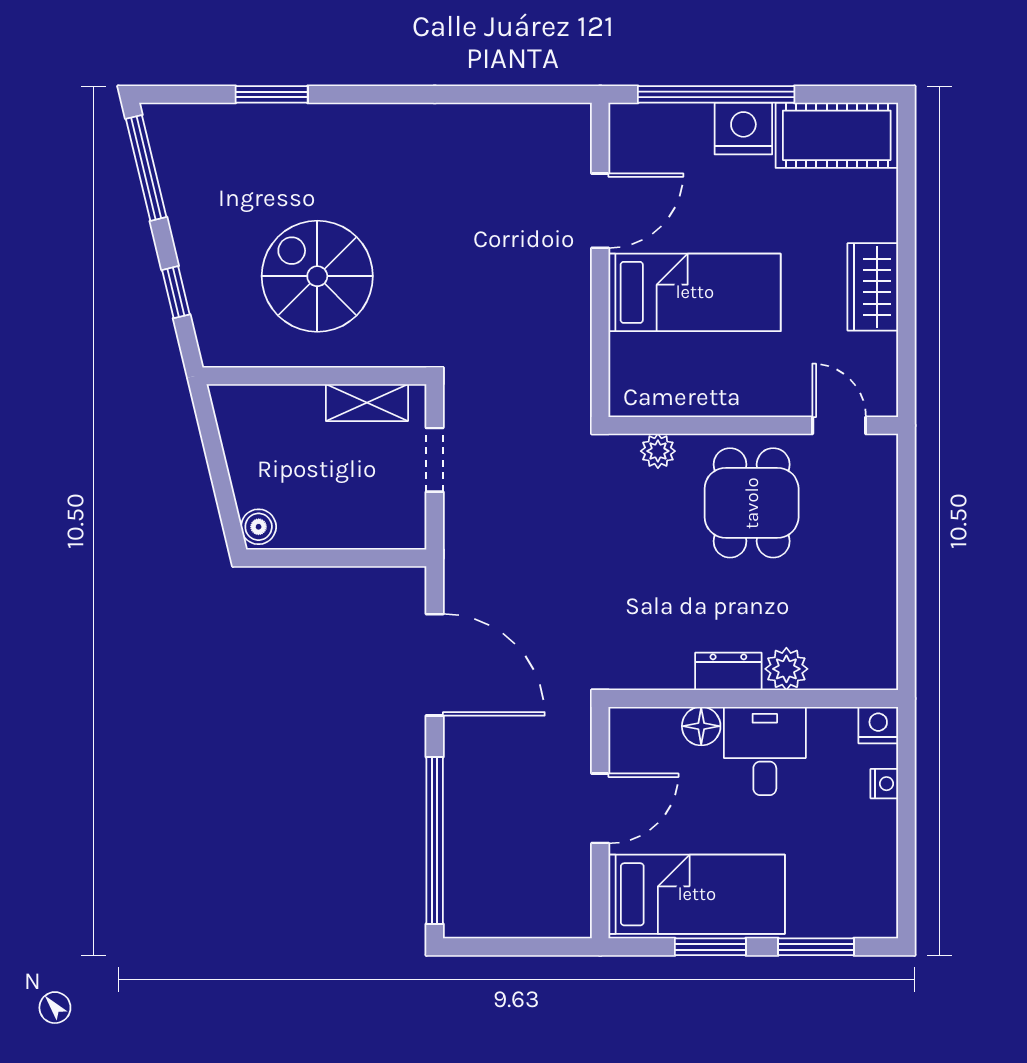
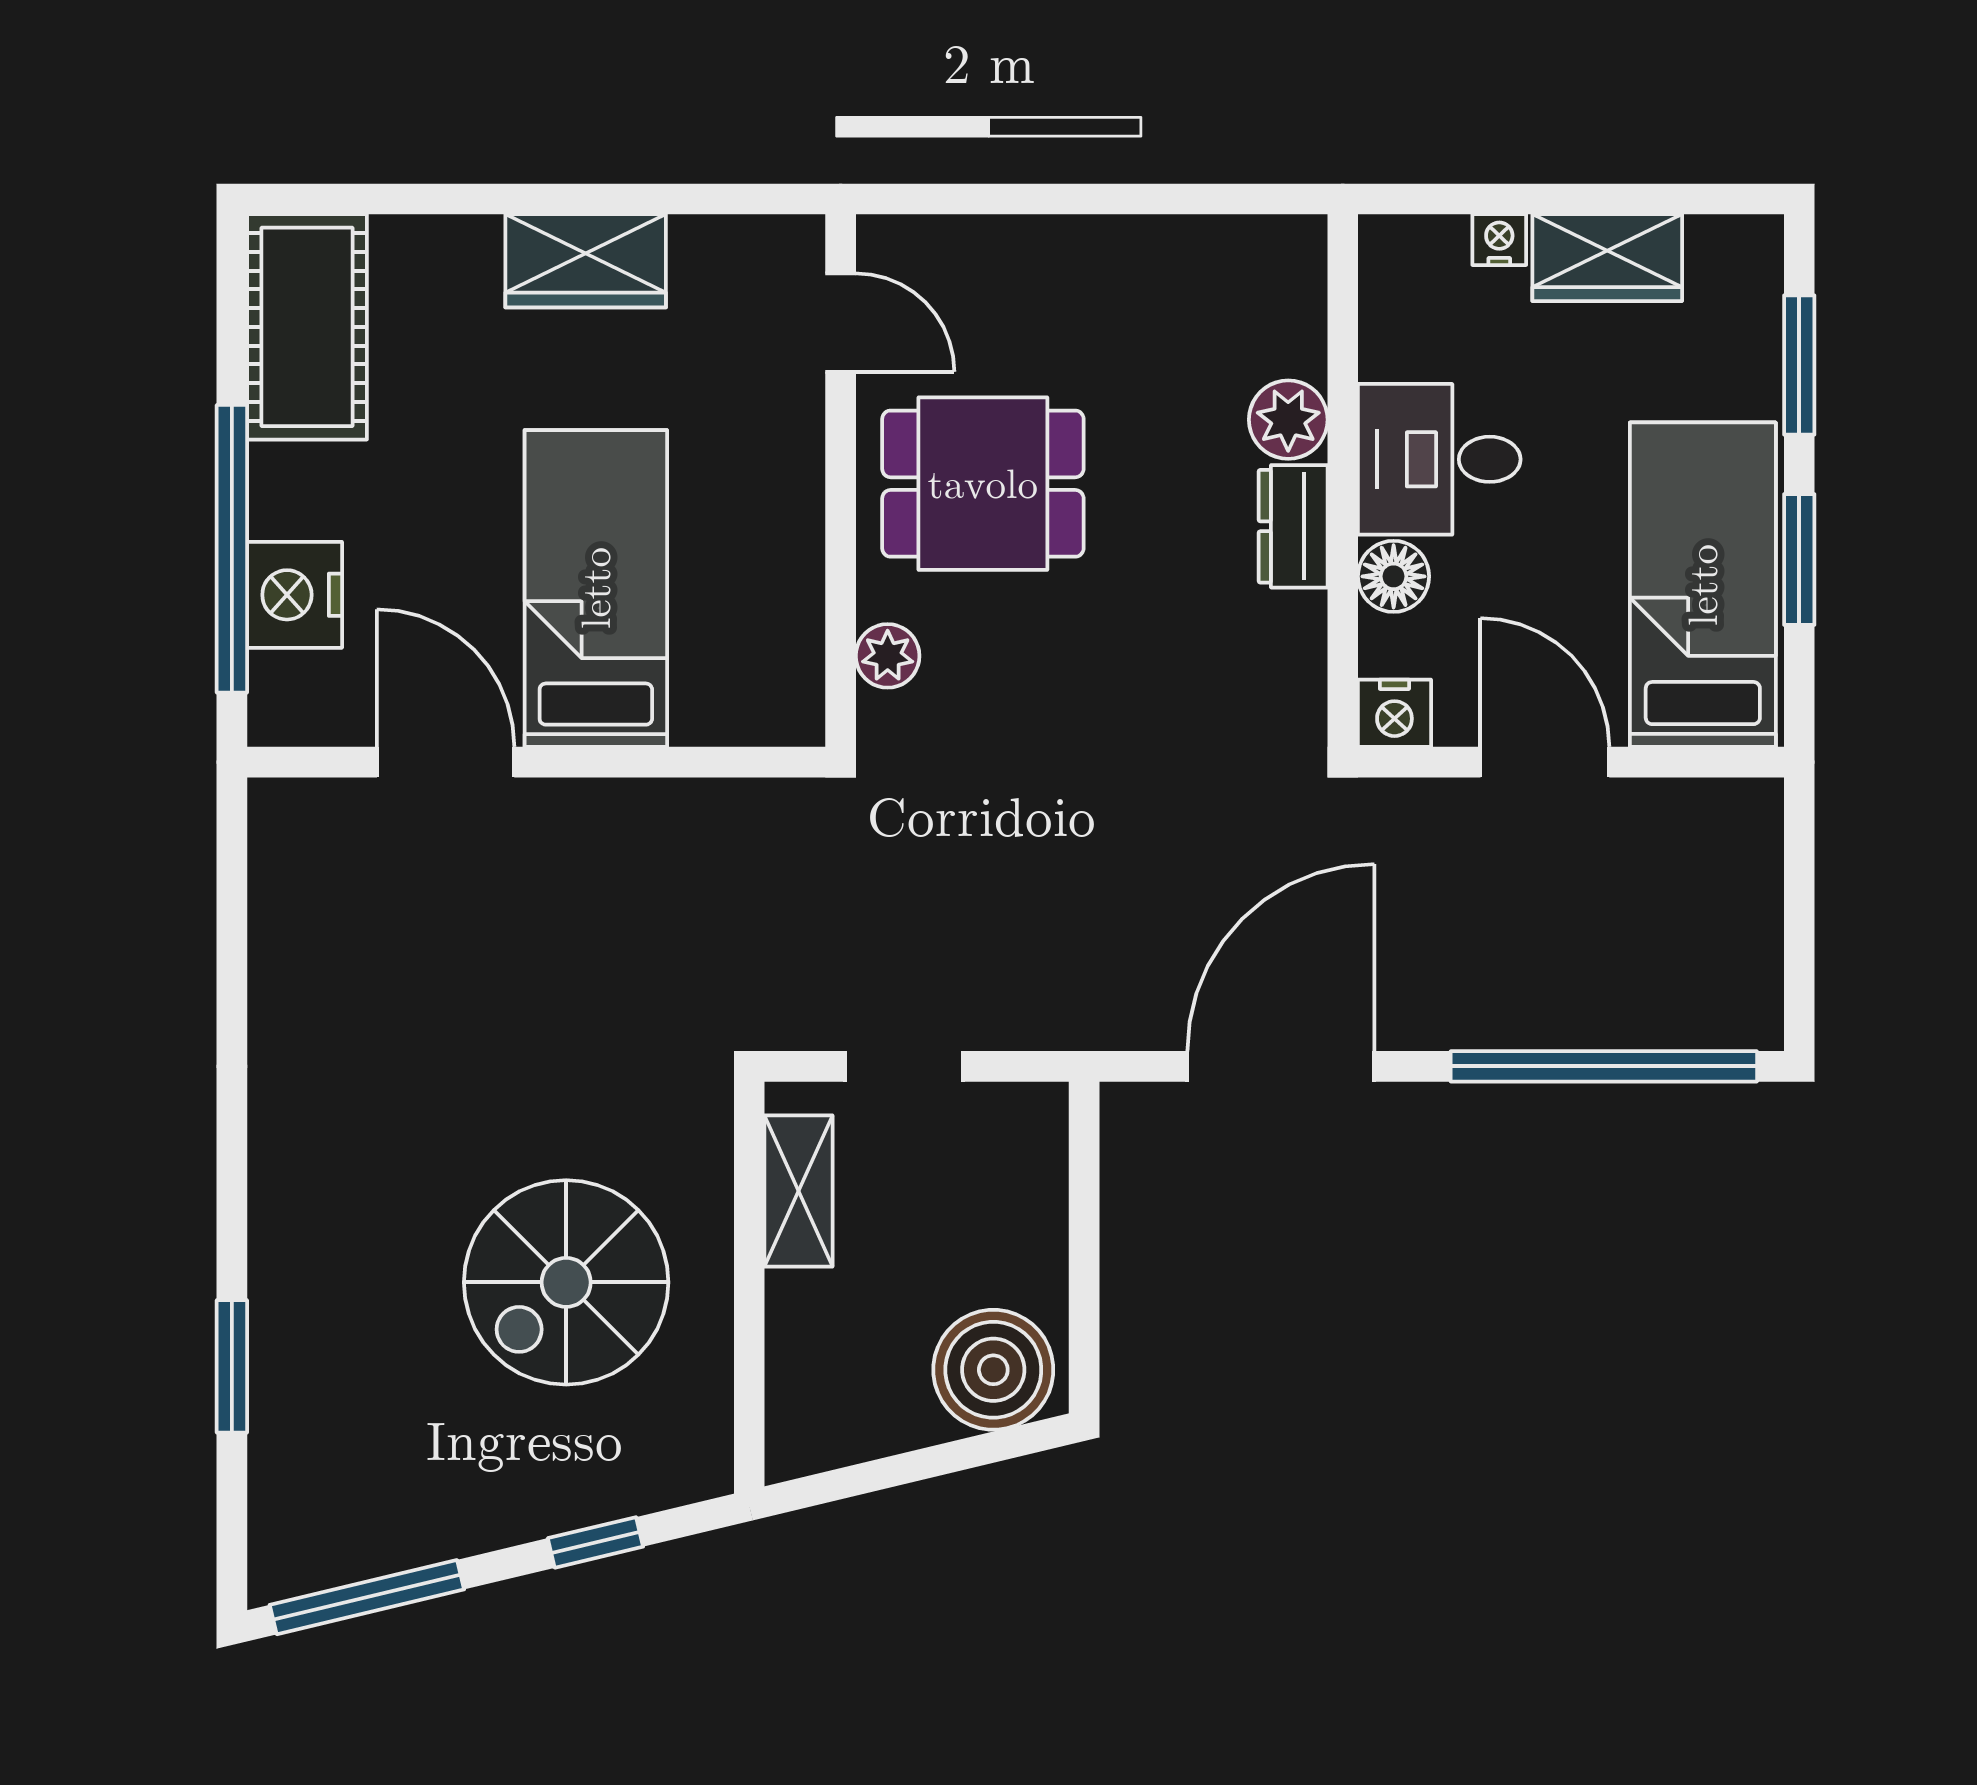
nightstand: (743, 129) -> (295, 595), moved
door: (839, 425) -> (841, 323), swing flipped
boiler: (259, 527) -> (993, 1370), width x1.86, depth x1.86
nightstand: (878, 725) -> (1394, 713), moved, turned -90
wardrobe: (874, 842) -> (1607, 258), added

